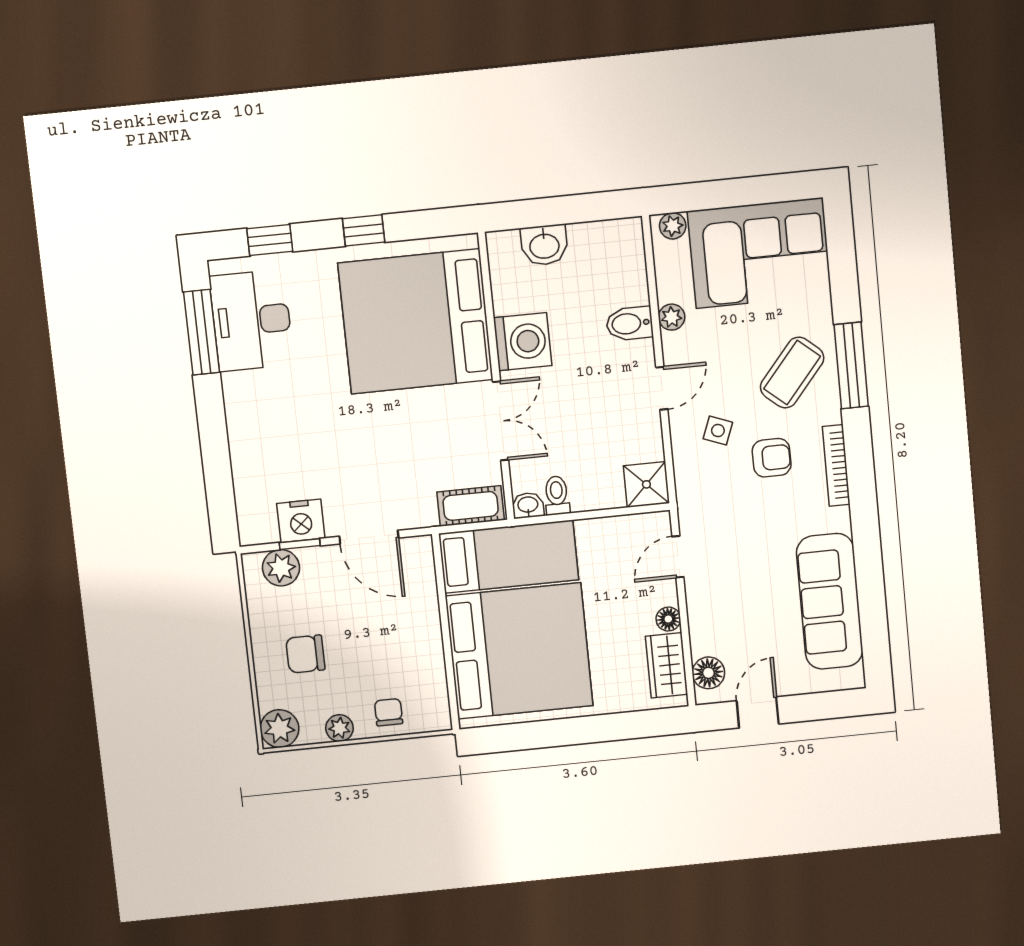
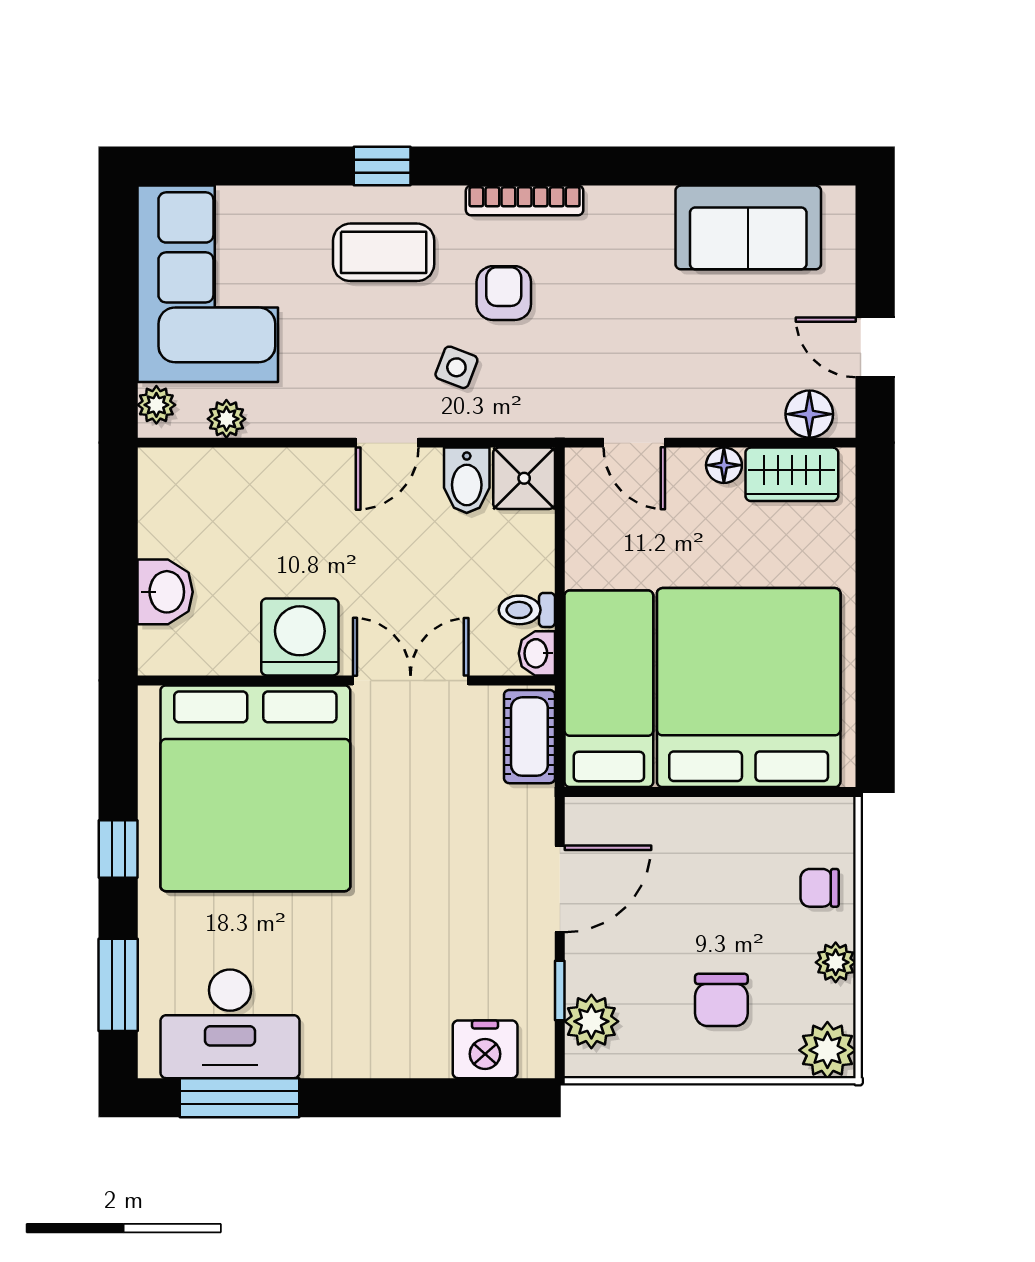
window: (270, 240) -> (118, 985), width x1.50
plant: (672, 317) -> (226, 419), moved
bidet: (630, 324) -> (467, 480), moved
window: (851, 366) -> (382, 166), width x0.46
coffee table: (792, 373) -> (384, 252), turned -40
door: (662, 388) -> (387, 443), swing flipped
nightstand: (301, 521) -> (485, 1049), moved, turned 90
sofa: (830, 601) -> (748, 227), width x0.73

